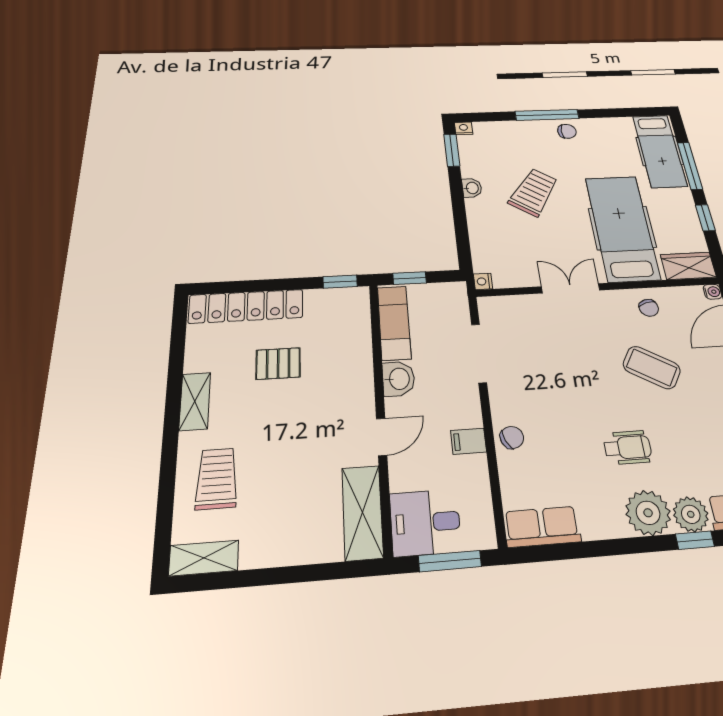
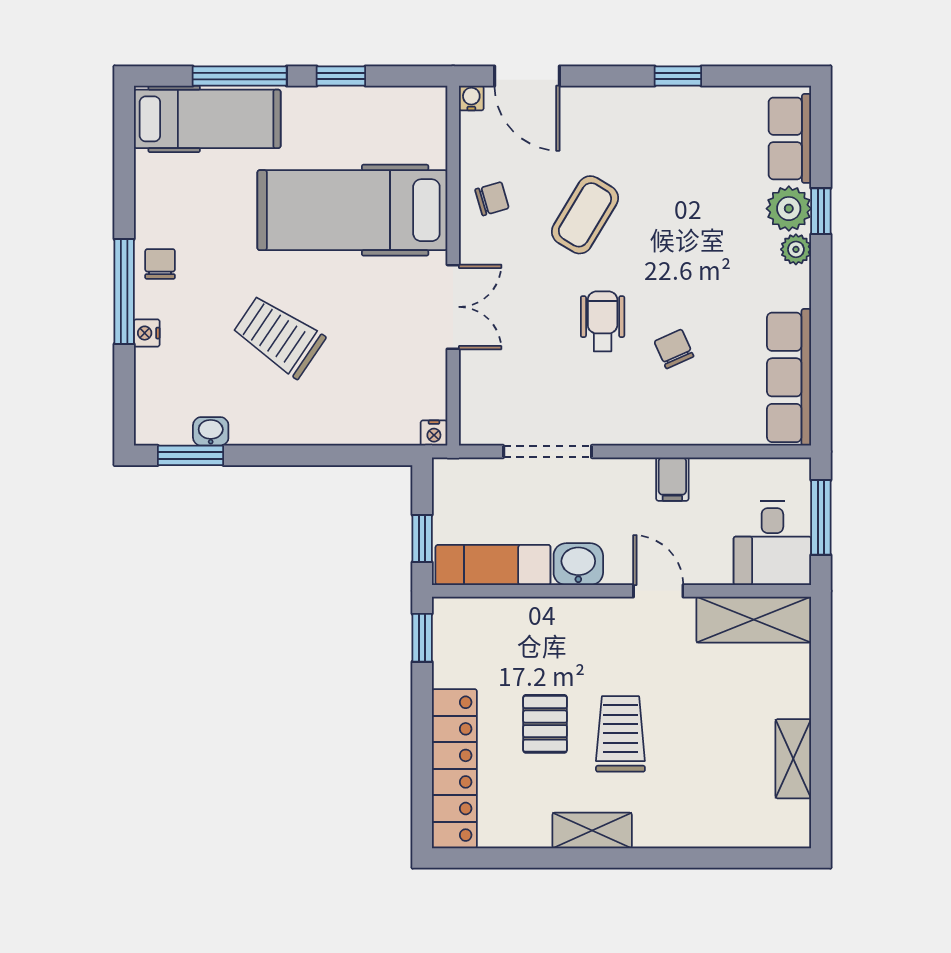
nightstand: (464, 128) -> (147, 333), moved
washbasin: (472, 188) -> (211, 431), moved
wardrobe: (688, 266) -> (425, 124), removed
double door: (571, 288) -> (453, 307), swing flipped
chair: (512, 437) -> (674, 349), moved
wheelchair: (628, 447) -> (603, 321), moved
trolley: (217, 479) -> (620, 734), moved, turned 90
plant: (648, 513) -> (796, 249), width x0.53, depth x0.53
row of seats: (542, 527) -> (789, 377), width x1.48
shelving: (204, 558) -> (793, 759), moved

